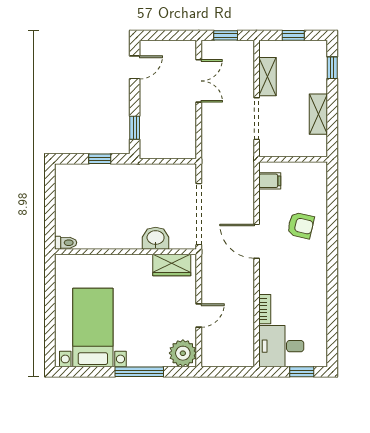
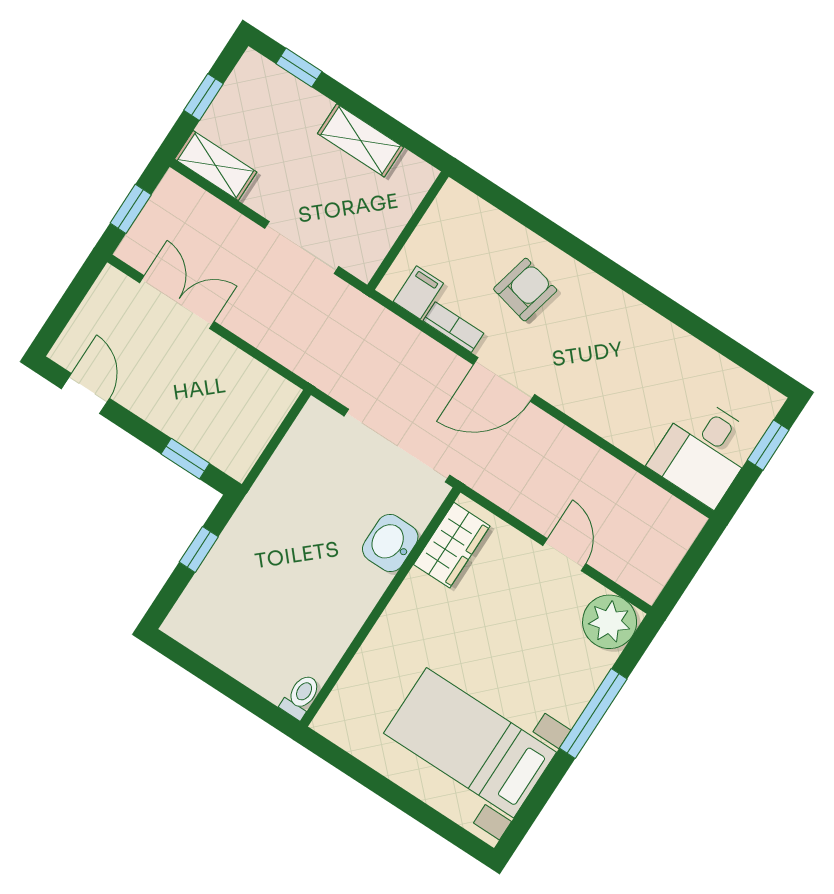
shelving: (268, 77) -> (216, 166), moved
bookcase: (265, 309) -> (453, 327), moved

